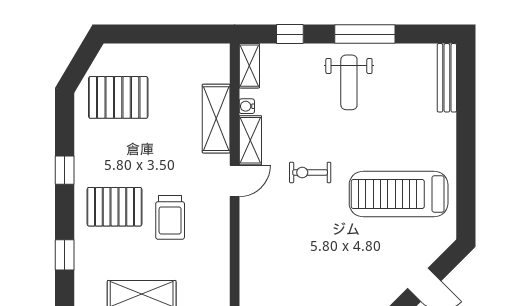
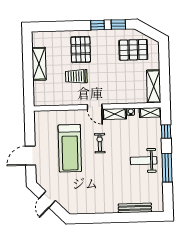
bench: (447, 78) -> (135, 208), moved
pallet: (118, 97) -> (133, 50), turned 90
shelving: (216, 119) -> (154, 86), moved, turned 90
treadmill: (399, 194) -> (70, 148), moved, turned 180
window: (65, 255) -> (118, 24), moved

